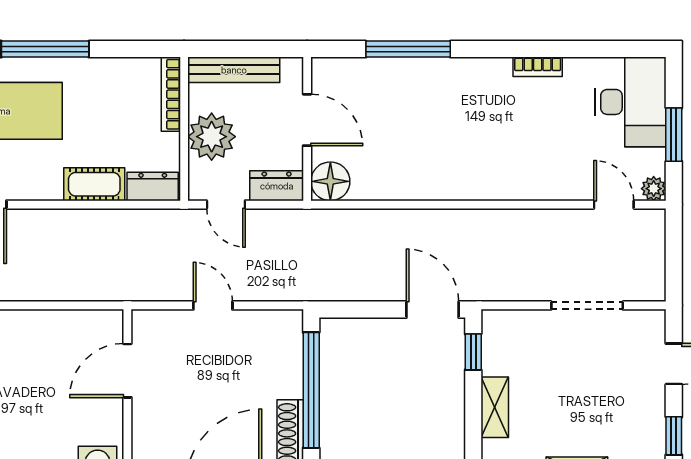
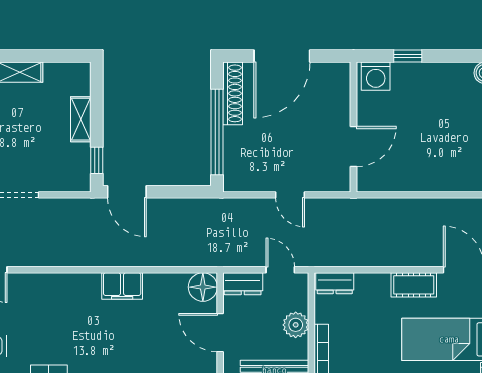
plant: (212, 137) -> (296, 325), width x0.73, depth x0.73
filing cabinet: (439, 183) -> (122, 286), added
cot: (94, 184) -> (414, 285), moved

